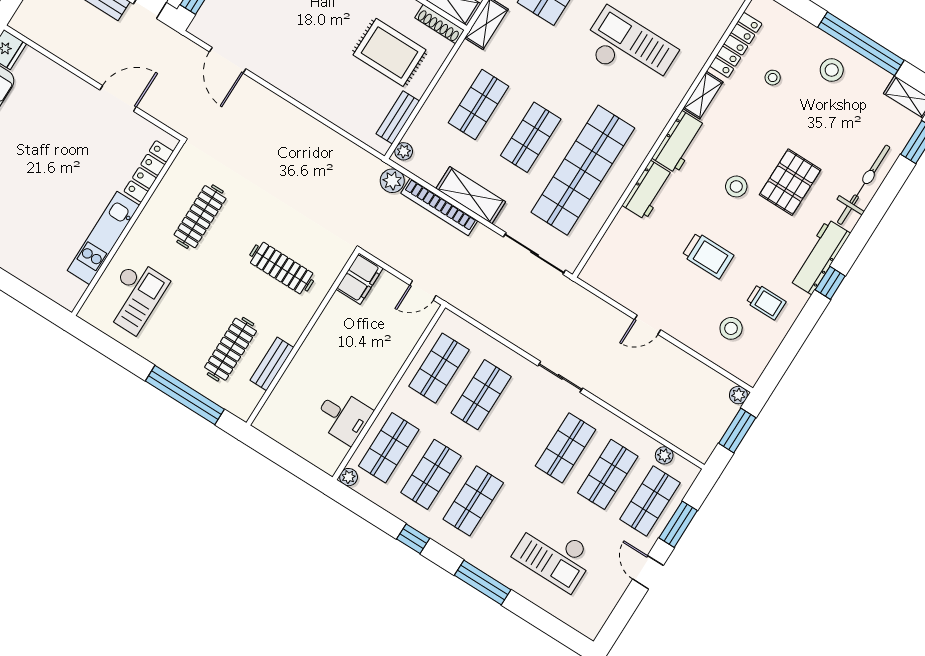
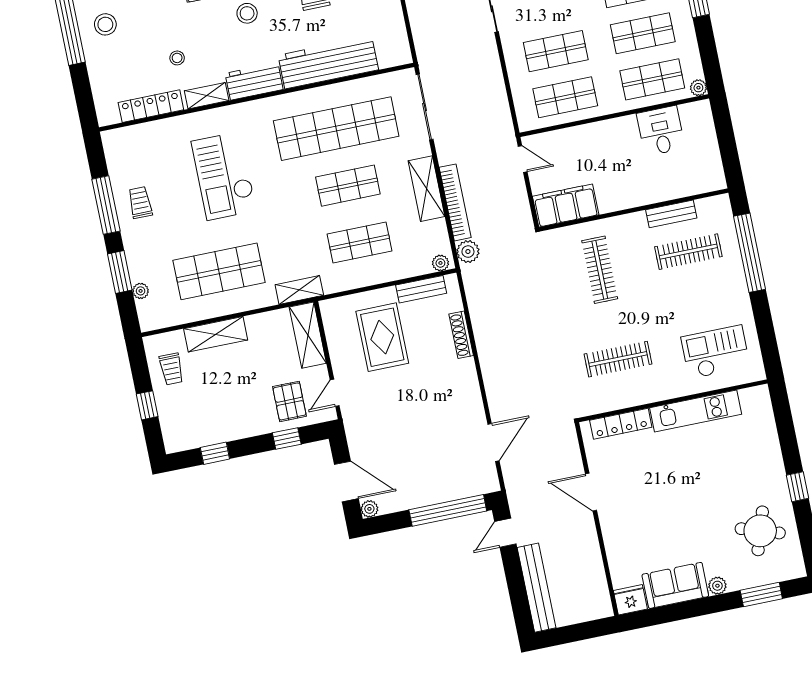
shoe rack: (439, 24) -> (461, 335), moved, turned 180
stool: (773, 78) -> (177, 58), moved
workbench: (648, 190) -> (328, 63), width x1.87, depth x1.32
filing cabinet: (360, 279) -> (566, 205), width x1.50, depth x1.17

